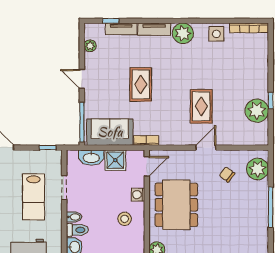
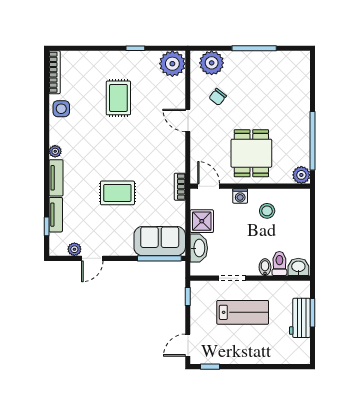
plant: (183, 33) -> (55, 151), width x0.53, depth x0.53
door: (82, 79) -> (92, 258), moved
rug: (201, 106) -> (118, 98), moved, turned 90
plant: (257, 111) -> (172, 64), moved
sofa: (110, 132) -> (160, 241), moved, turned 90
dining table: (176, 205) -> (251, 153), width x0.73

